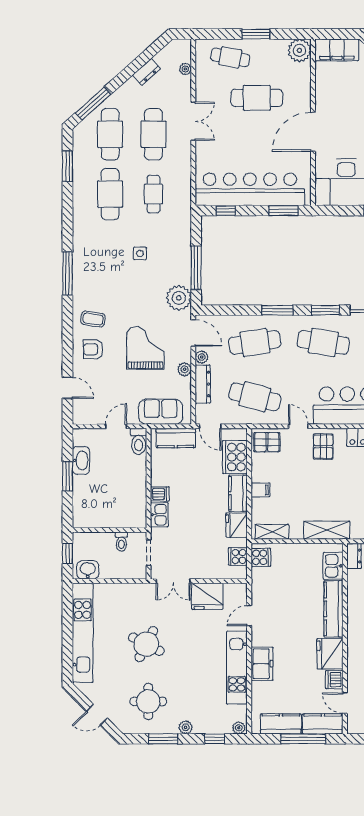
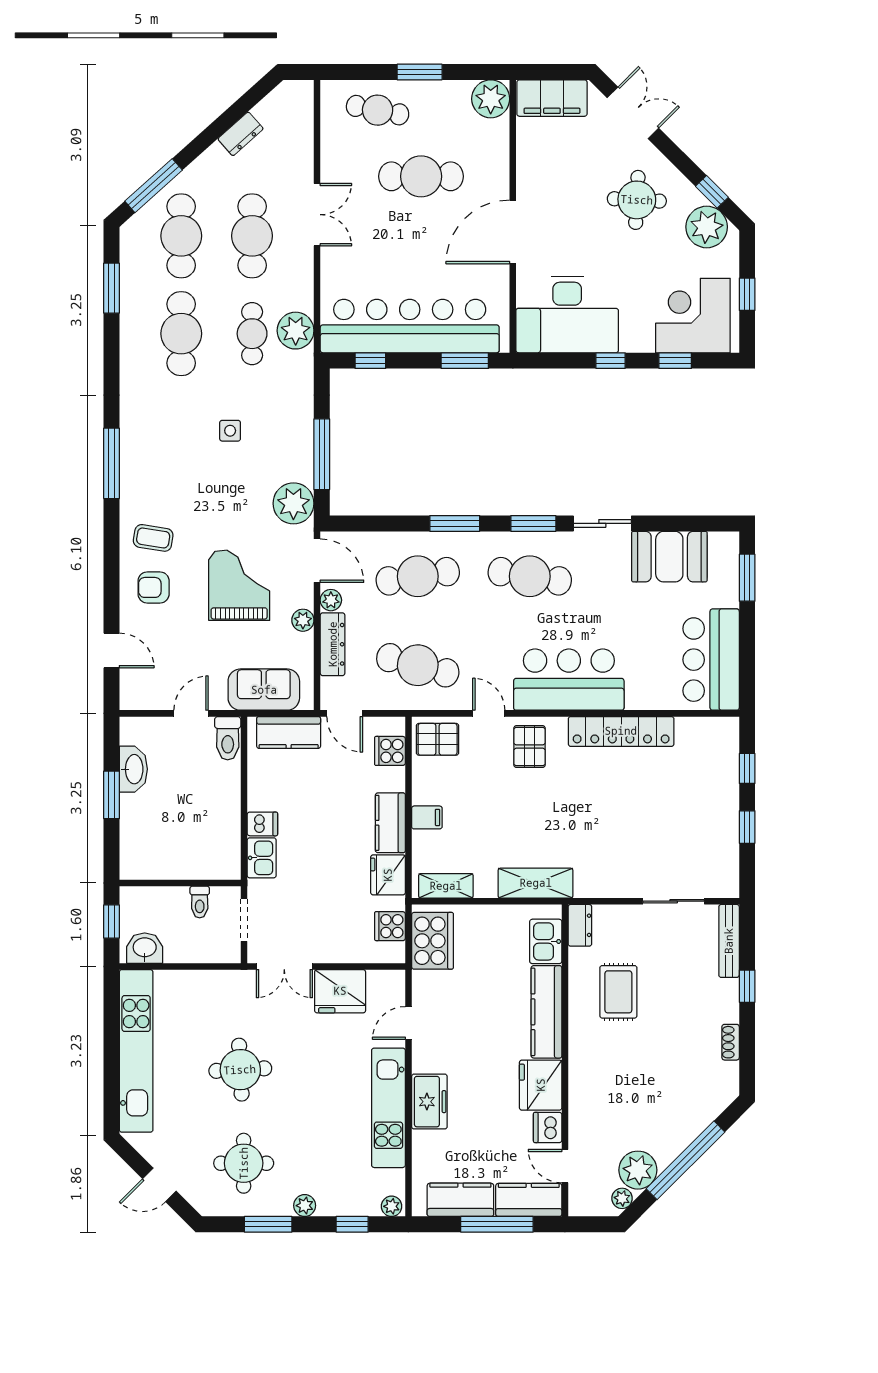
plant: (185, 69) -> (296, 331), moved, width x1.87, depth x1.87
cooker: (235, 457) -> (390, 751), width x0.53, depth x0.76
cooker: (261, 557) -> (432, 941), width x1.87, depth x1.31
round table: (146, 644) -> (240, 1070), turned -30

